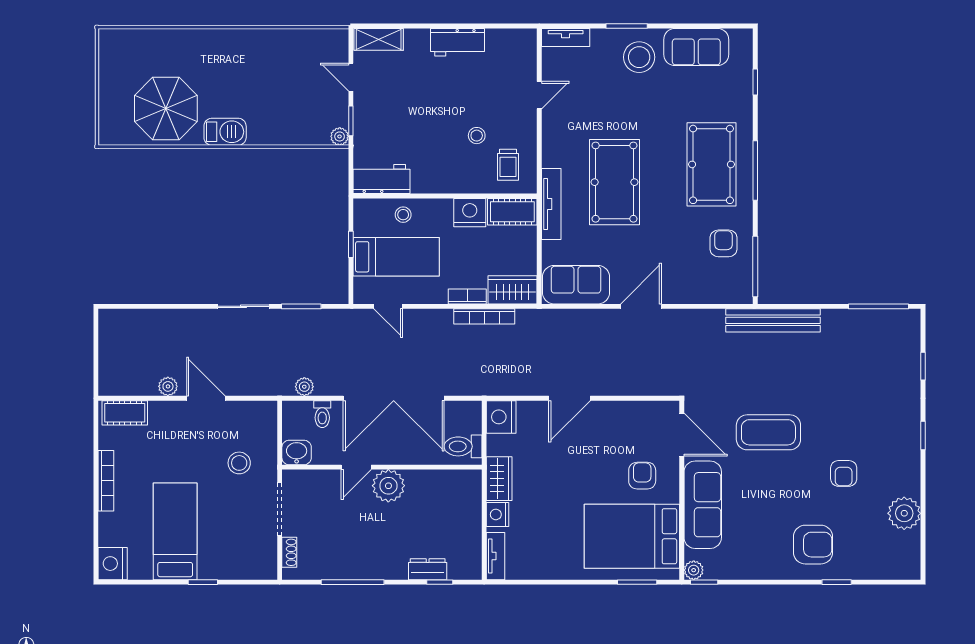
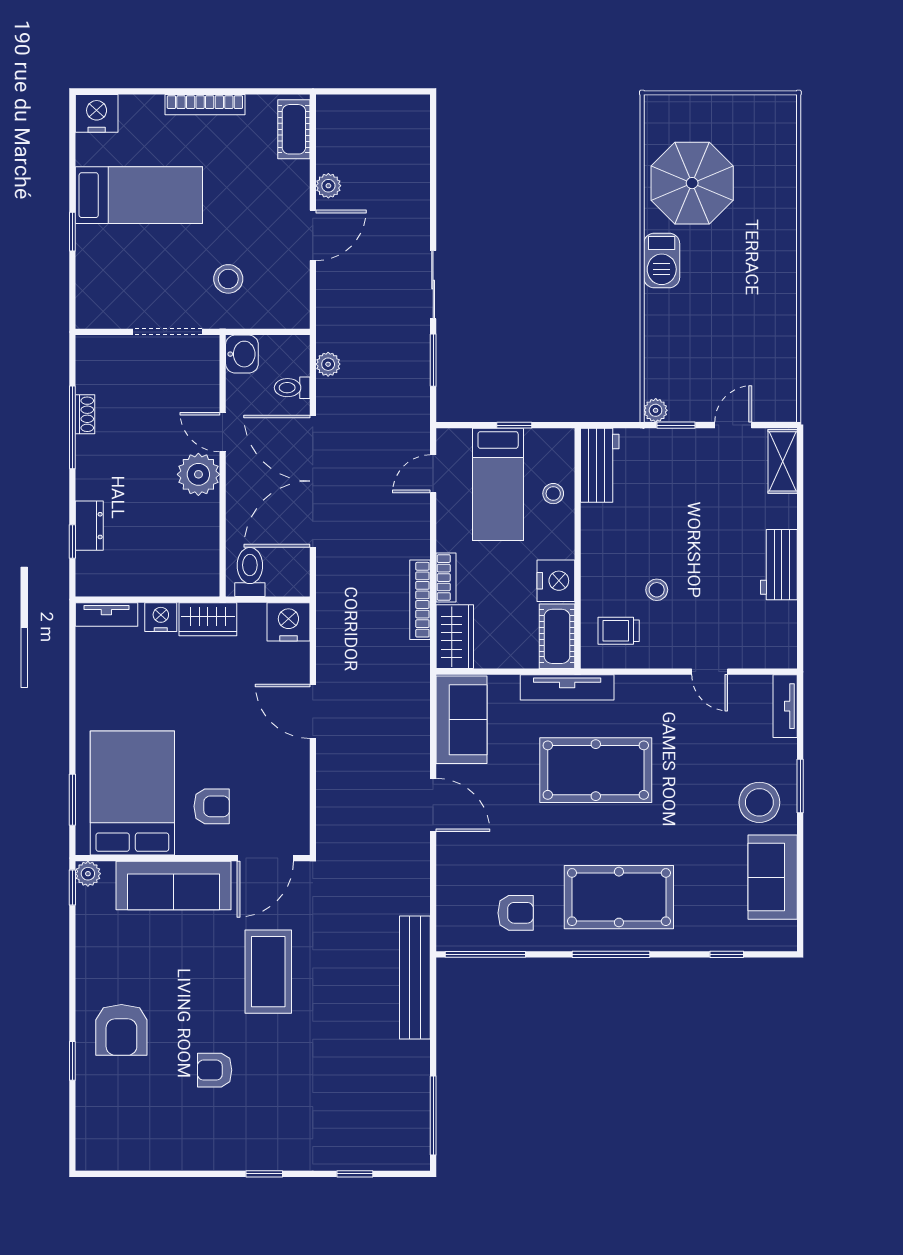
plant: (904, 513) -> (162, 1149), removed
shoe rack: (289, 552) -> (85, 414), moved, turned -90

